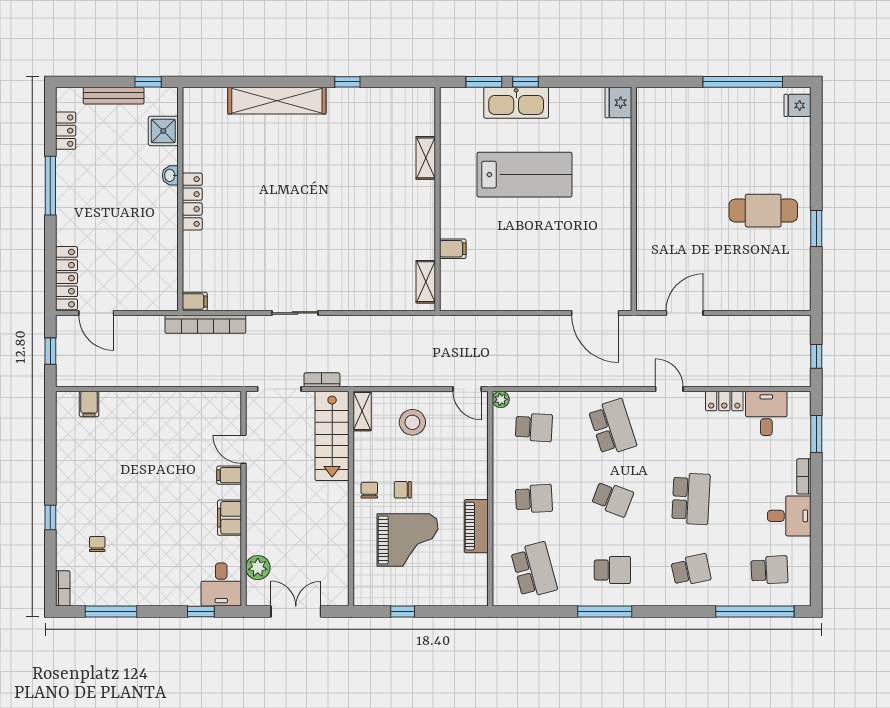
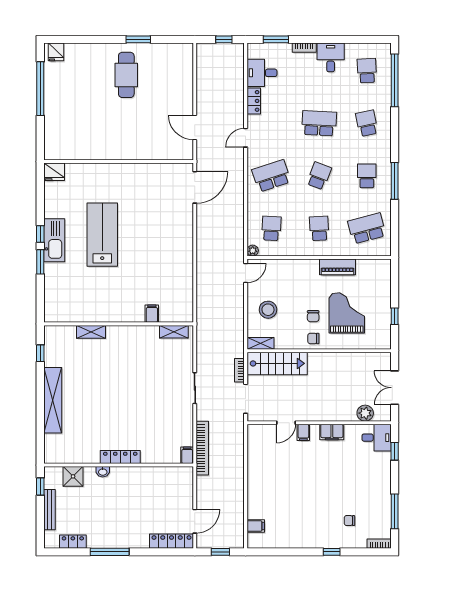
shelving: (426, 158) -> (91, 332), moved
wall: (438, 199) -> (119, 324), moved
filing cabinet: (453, 249) -> (152, 314), moved
shelving: (426, 282) -> (174, 332), moved

